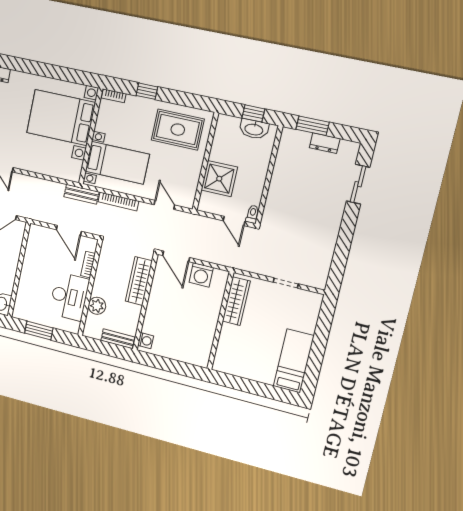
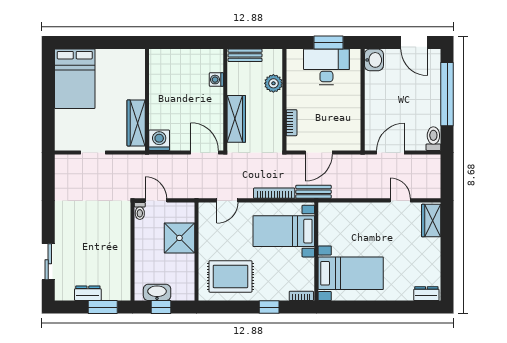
bed with nightstands: (61, 118) -> (351, 273), width x0.73
door: (164, 205) -> (227, 200), hinge flipped
door: (69, 230) -> (319, 152), swing flipped
washing machine: (201, 275) -> (159, 140), moved
desk: (69, 296) -> (326, 67), moved, turned 90
washing machine: (146, 341) -> (216, 80), moved
bed: (294, 361) -> (75, 79), width x1.50

